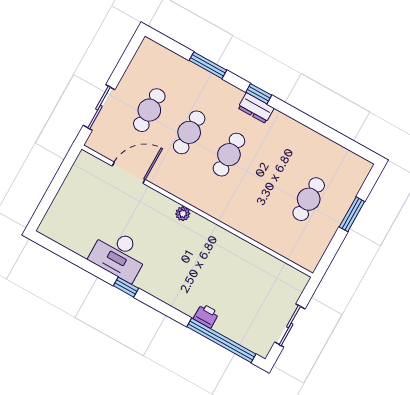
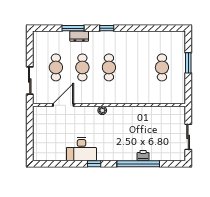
dresser: (256, 108) -> (79, 36), moved
window: (221, 340) -> (138, 164), moved

